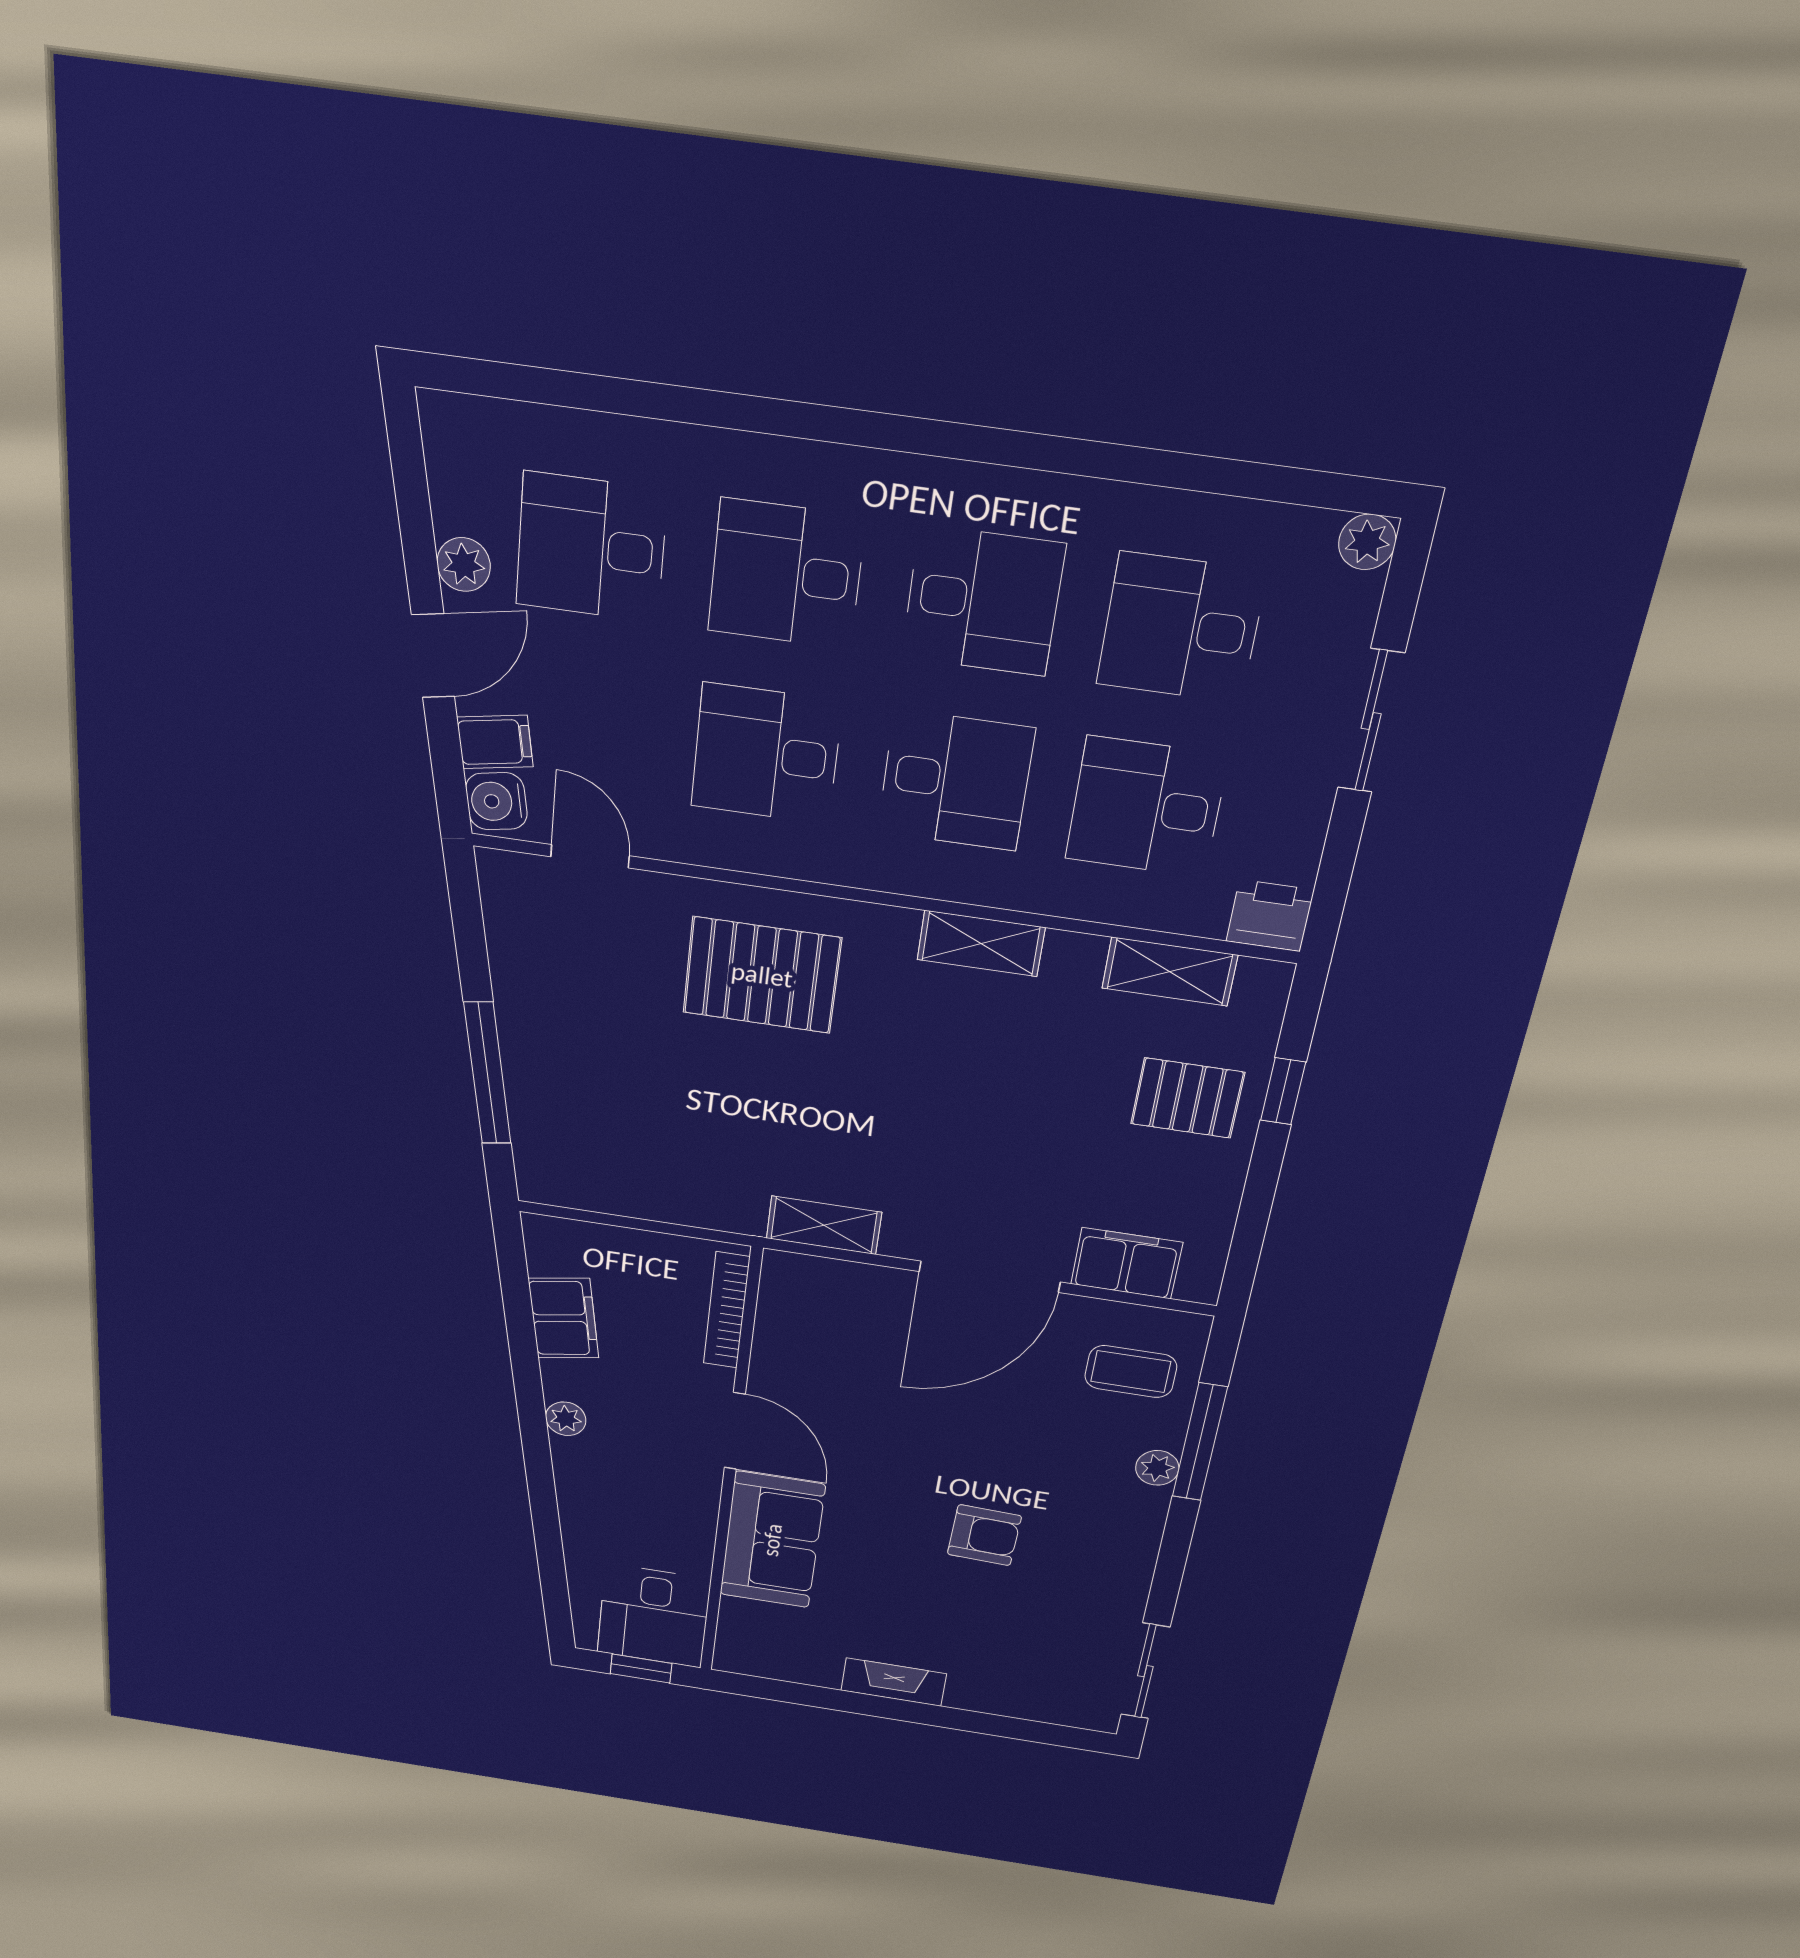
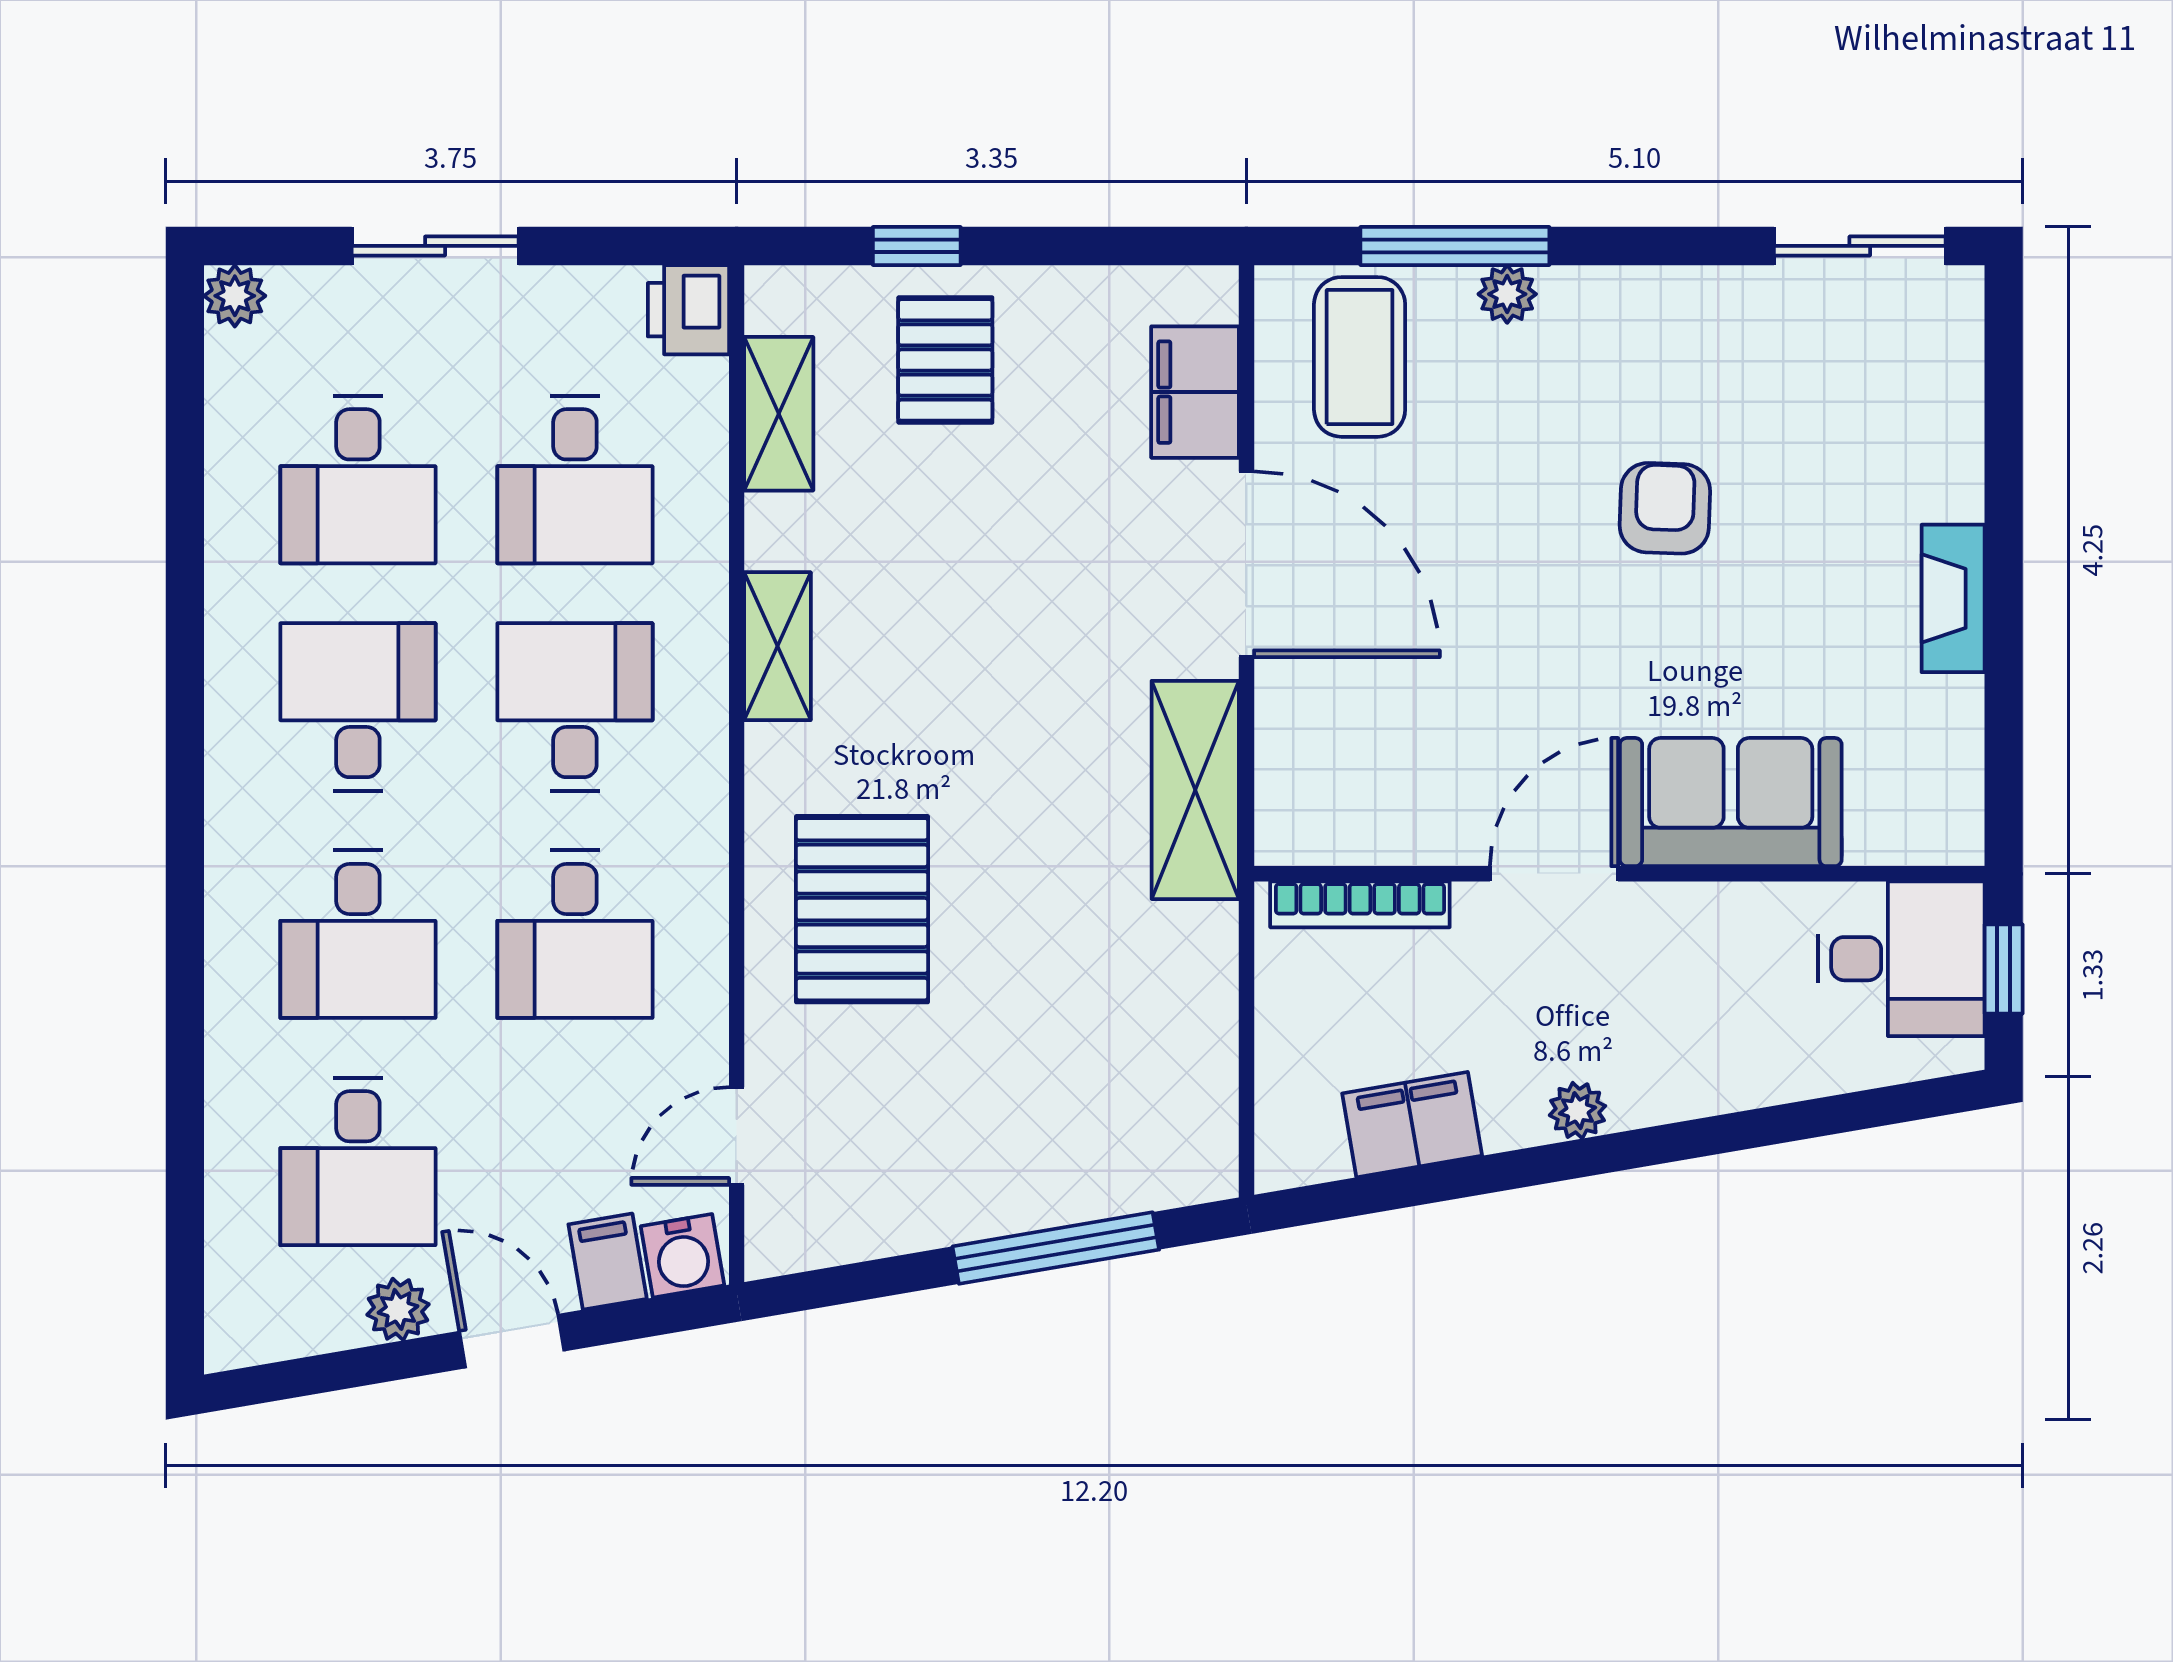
shelving: (824, 1225) -> (1195, 790), width x1.50, depth x1.33
coffee table: (1131, 1372) -> (1360, 357), width x1.36, depth x1.30

